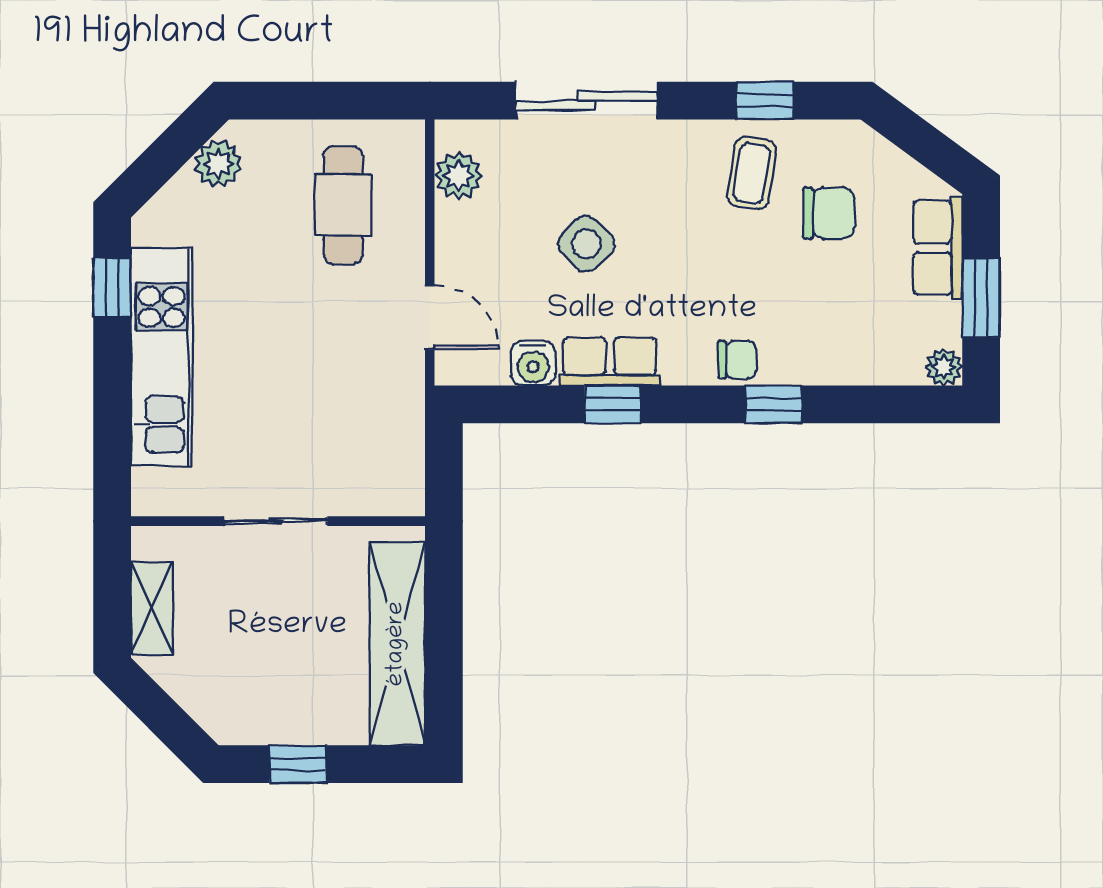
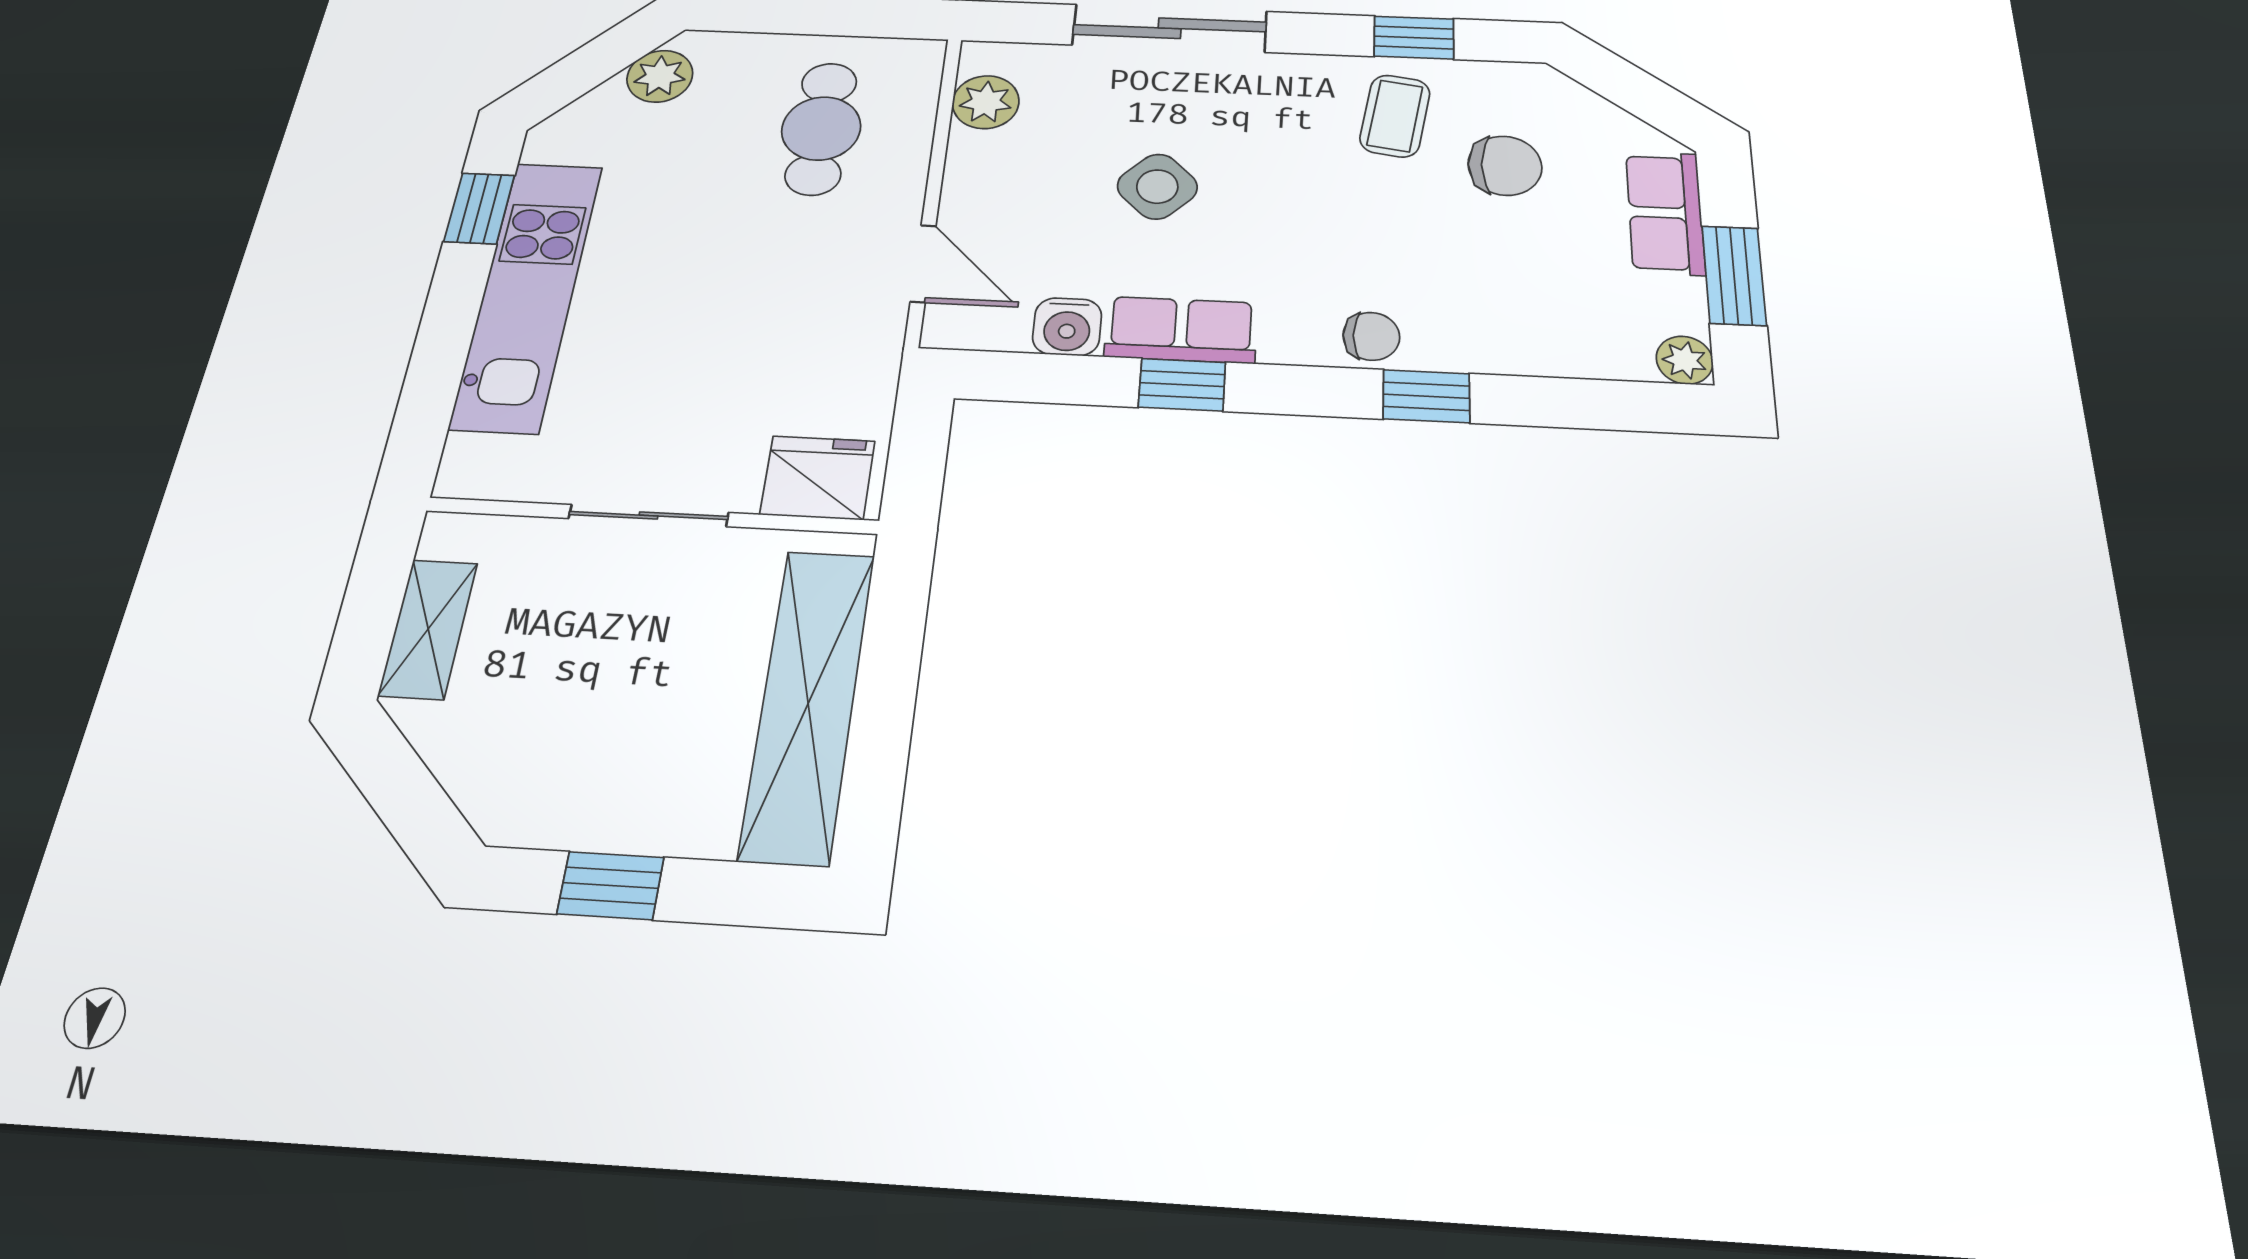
fridge: (381, 487) -> (818, 478), added

